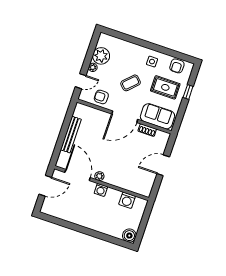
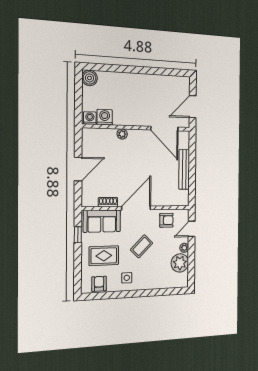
window: (188, 92) -> (78, 235), moved
plant: (99, 176) -> (122, 134), moved
washing machine: (101, 190) -> (90, 118), moved

